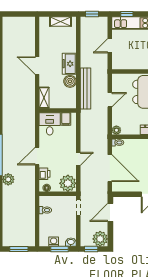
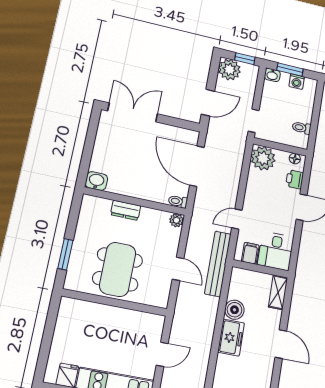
bench: (85, 88) -> (218, 264), moved
door: (110, 100) -> (178, 269), swing flipped
door: (78, 159) -> (237, 219), moved

